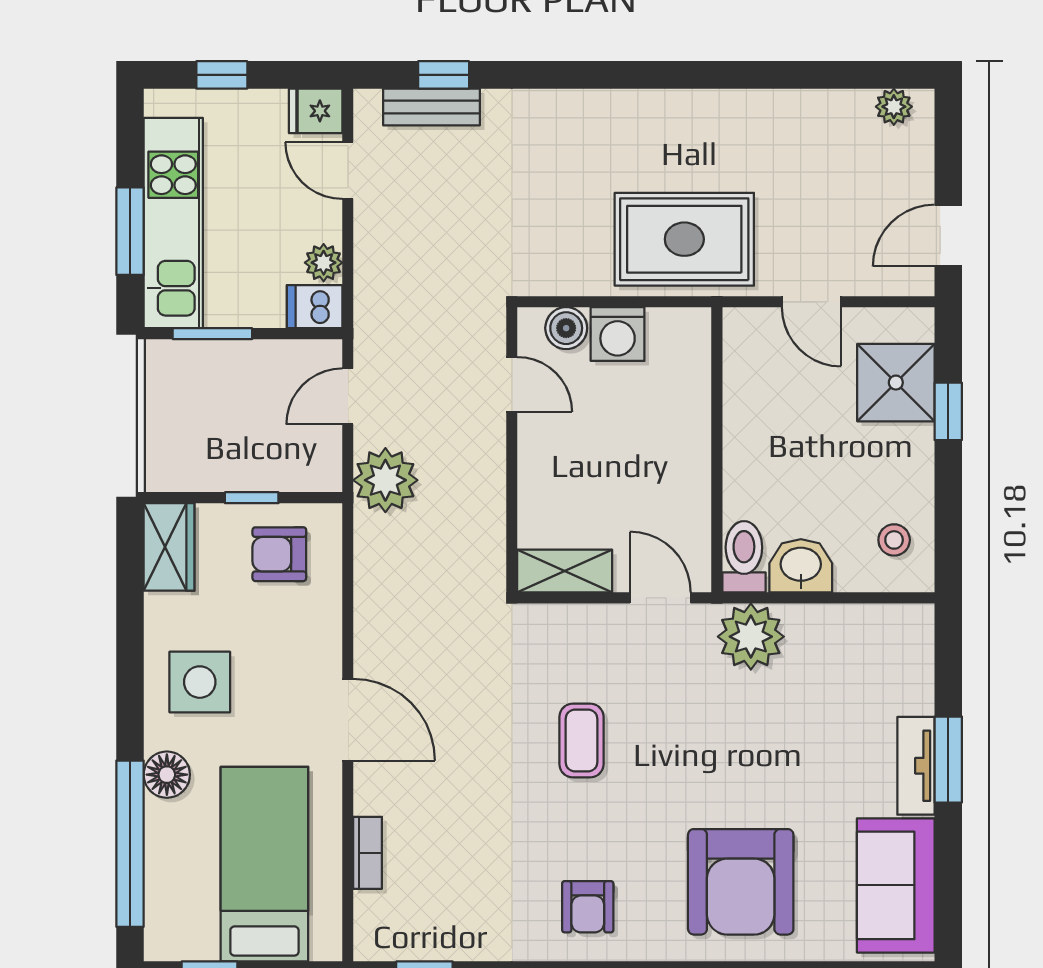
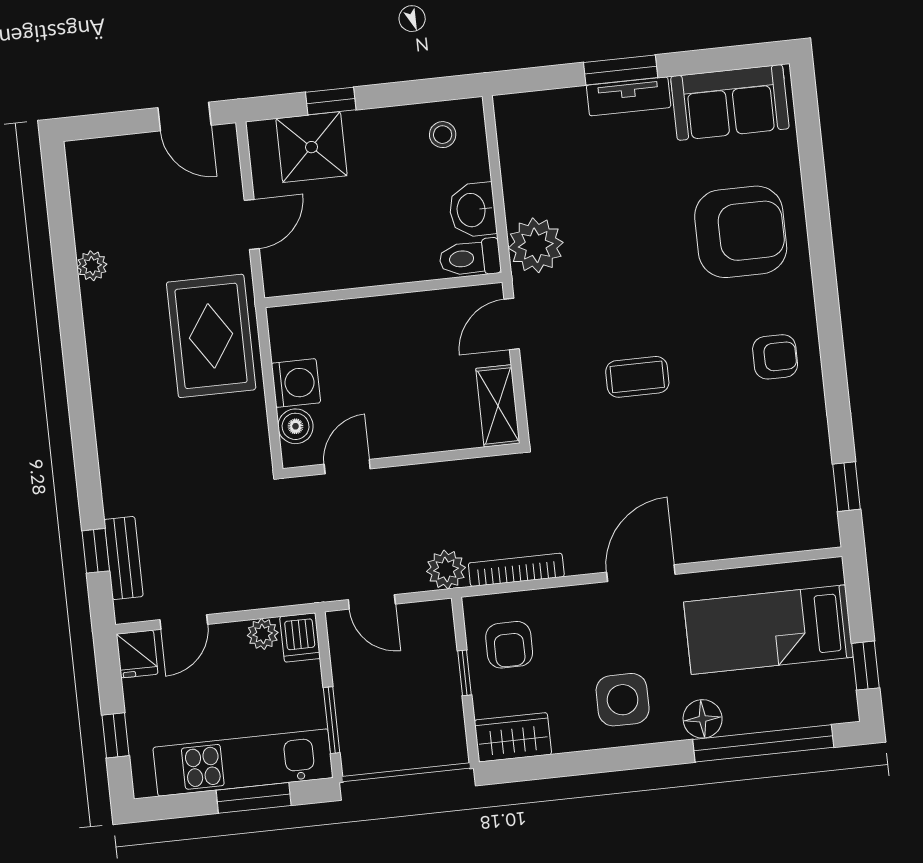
plant: (894, 107) -> (92, 266), moved
plant: (385, 480) -> (446, 570), width x0.73, depth x0.73
bookcase: (368, 853) -> (516, 570), moved, width x1.56

